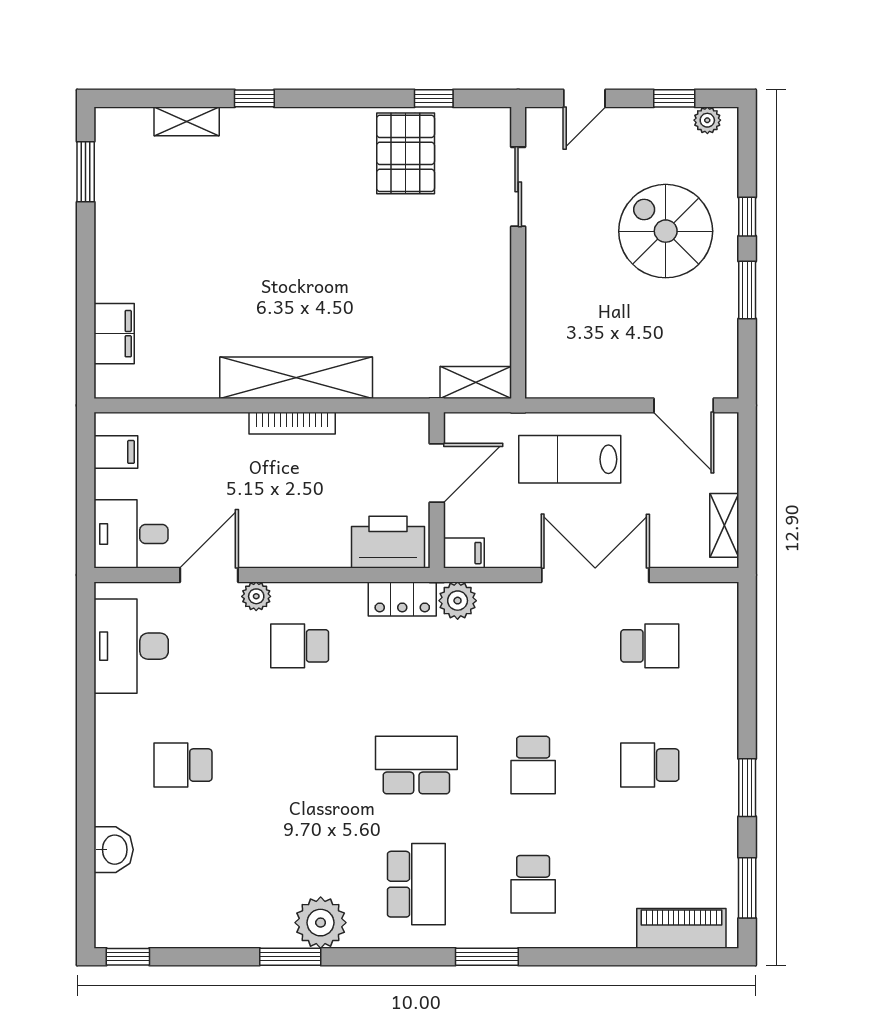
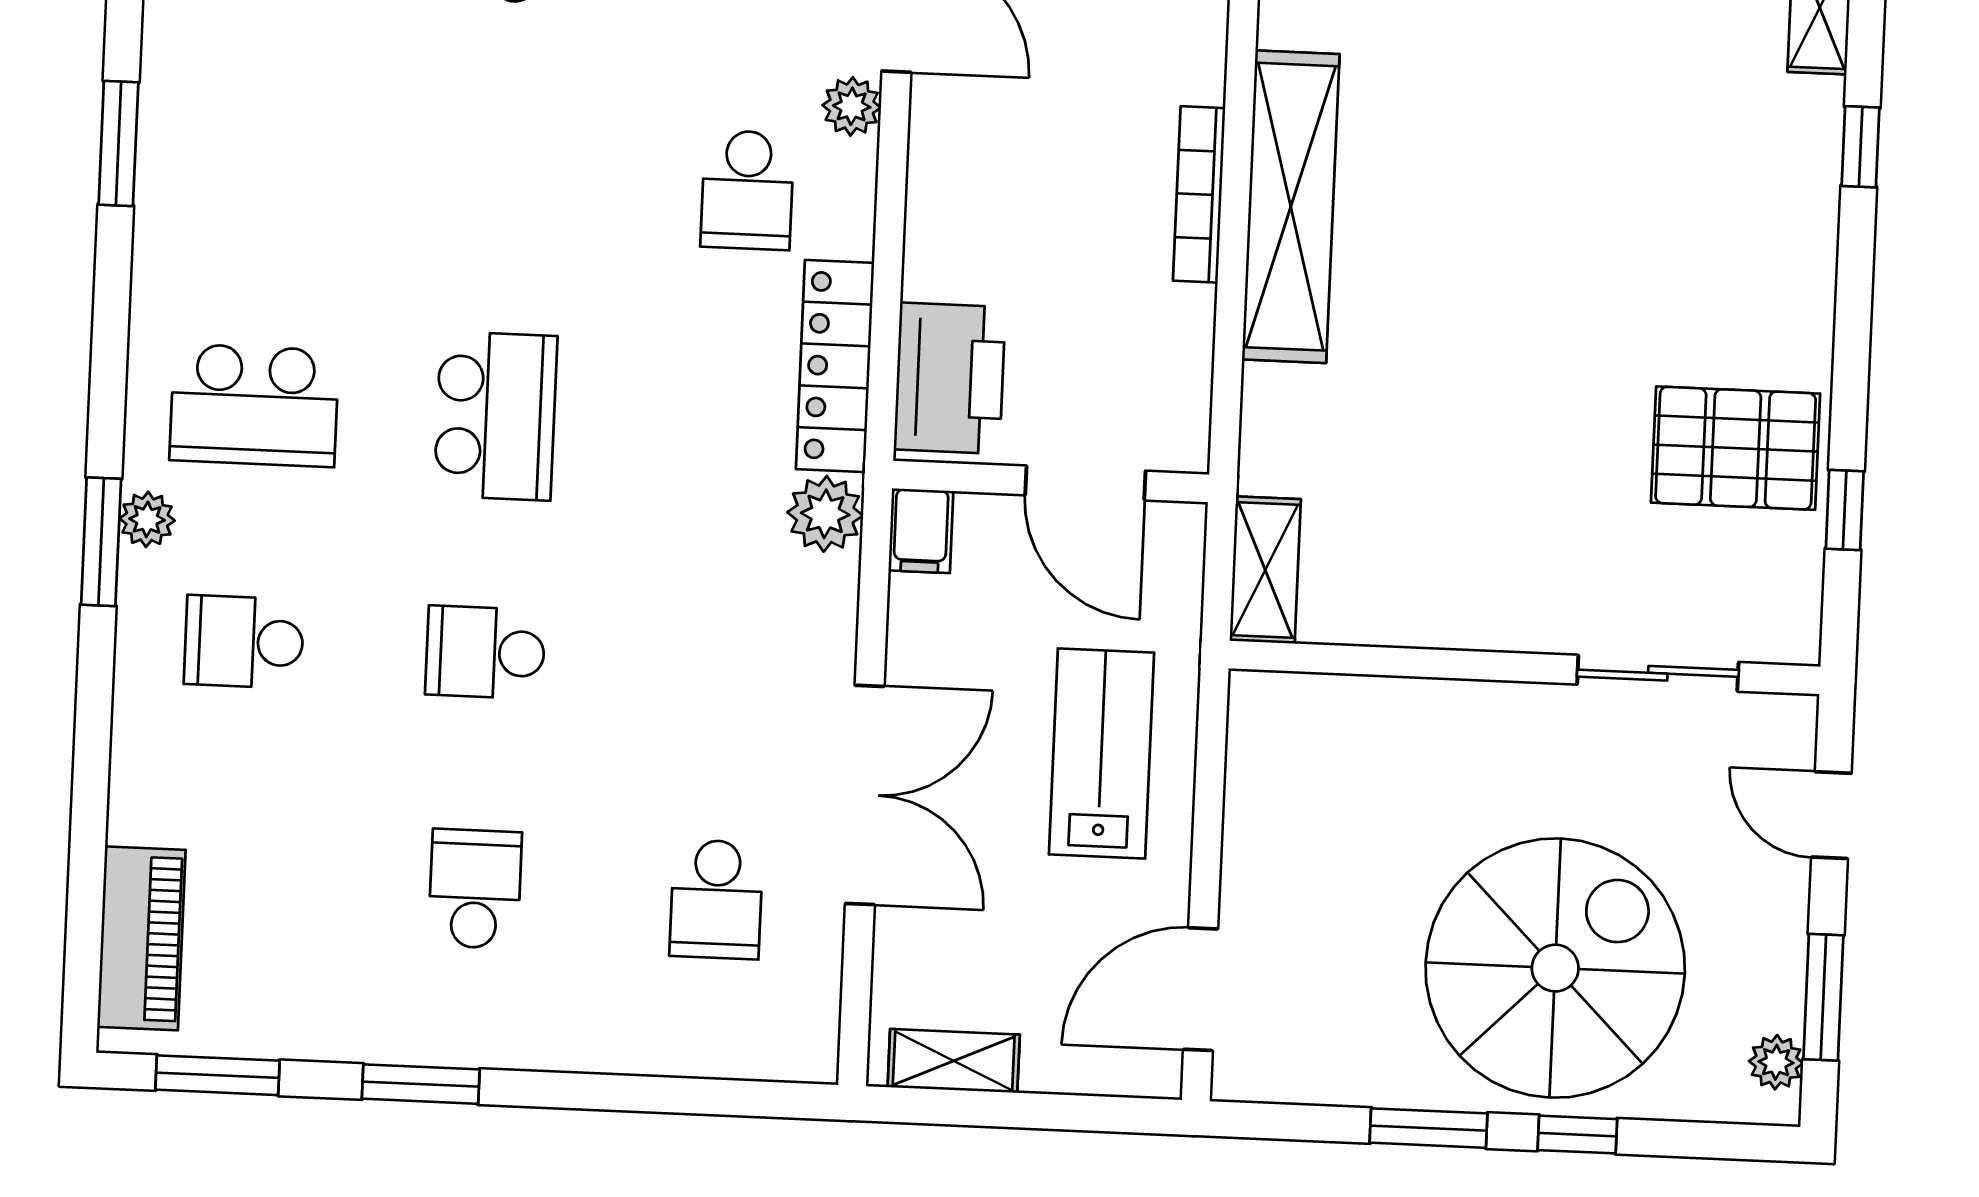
window: (674, 98) -> (1823, 997), width x1.50
spiral stairs: (666, 231) -> (1555, 968), width x1.37, depth x1.37
locker: (402, 599) -> (835, 366), width x1.53
school desk: (300, 646) -> (747, 190), turned 180
plant: (321, 923) -> (147, 519), moved, width x0.53, depth x0.53

